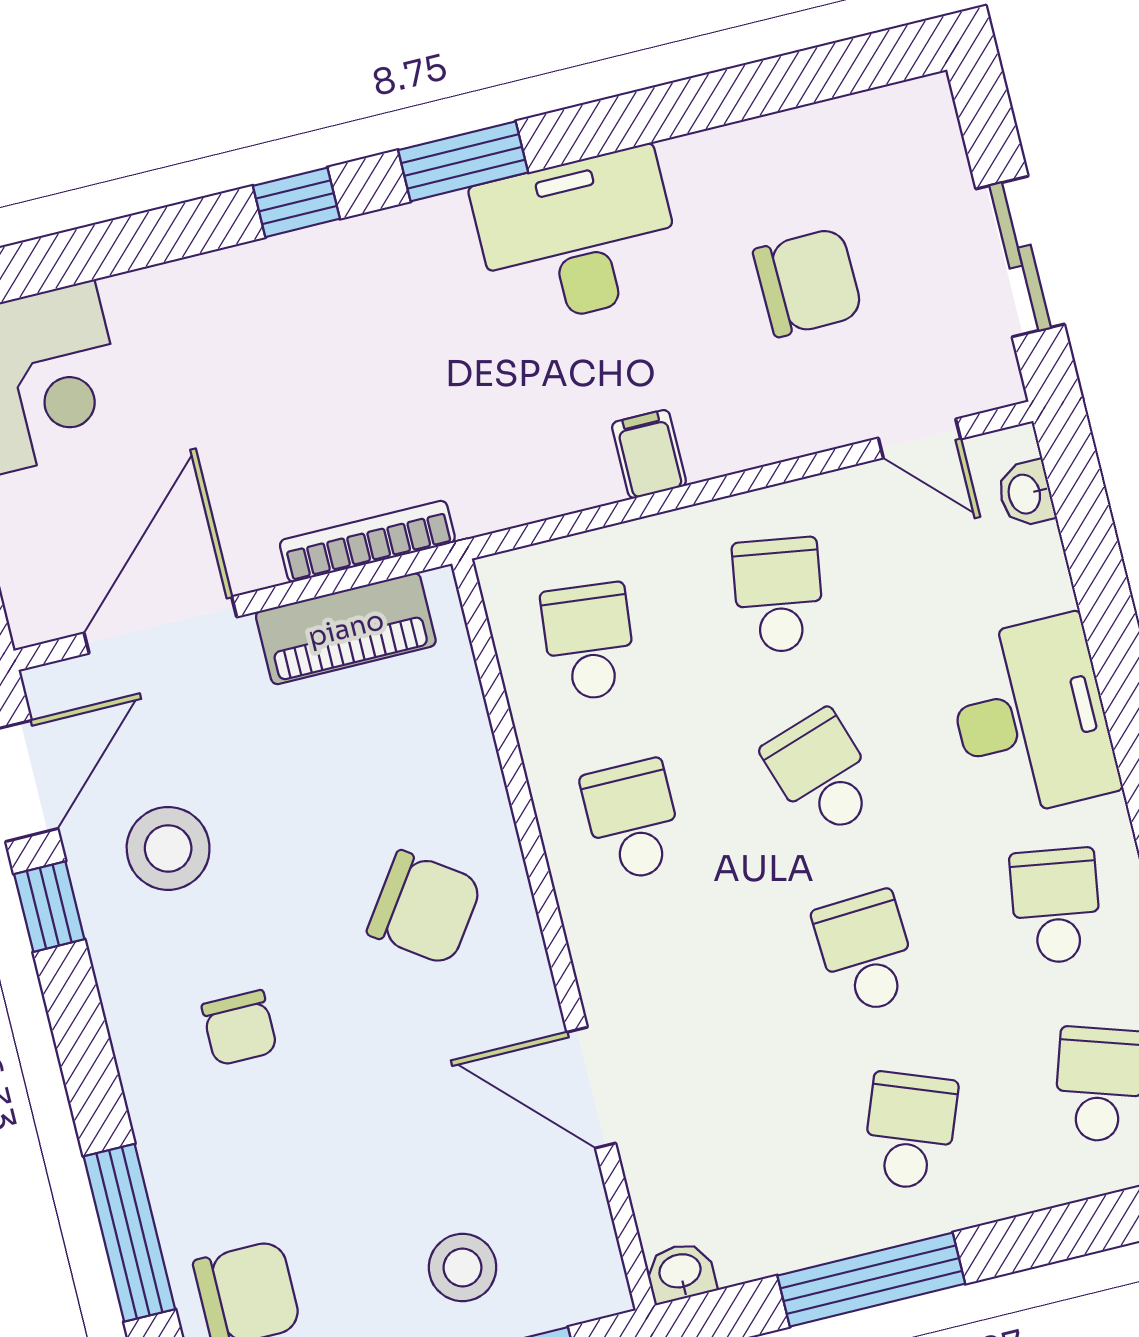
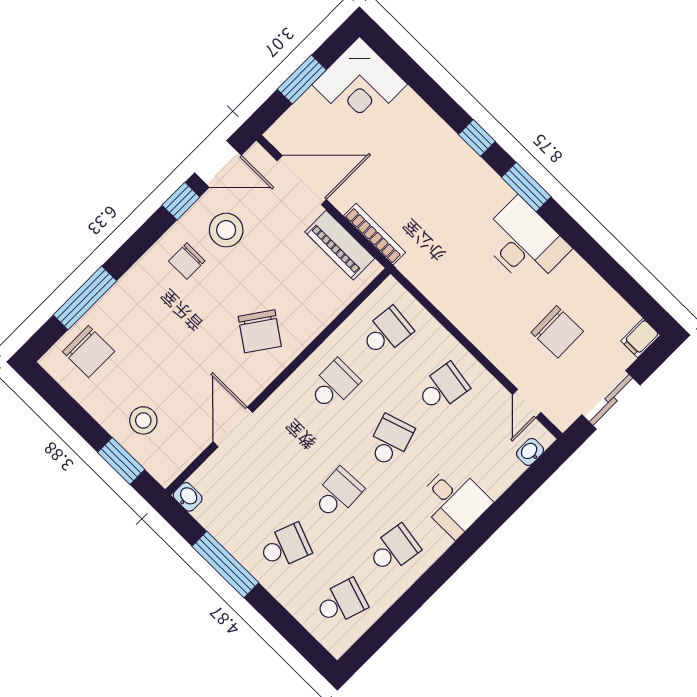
filing cabinet: (649, 454) -> (640, 338), moved, turned 180
desk: (1031, 717) -> (454, 501), width x0.73
chair: (239, 1028) -> (187, 261), moved

